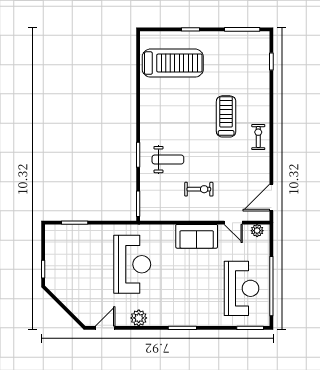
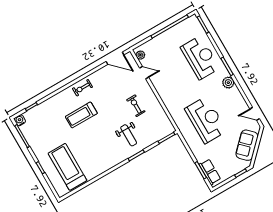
water cooler: (263, 38) -> (20, 120), added
weight bench: (168, 160) -> (129, 135), turned 180
door: (233, 223) -> (144, 73), hinge flipped
row of seats: (66, 233) -> (210, 172), added
sofa: (197, 236) -> (247, 145), moved, turned -135
reception desk: (132, 264) -> (206, 120), turned 90
reception desk: (242, 288) -> (200, 58), moved, turned 90
plant: (139, 318) -> (228, 83), moved

